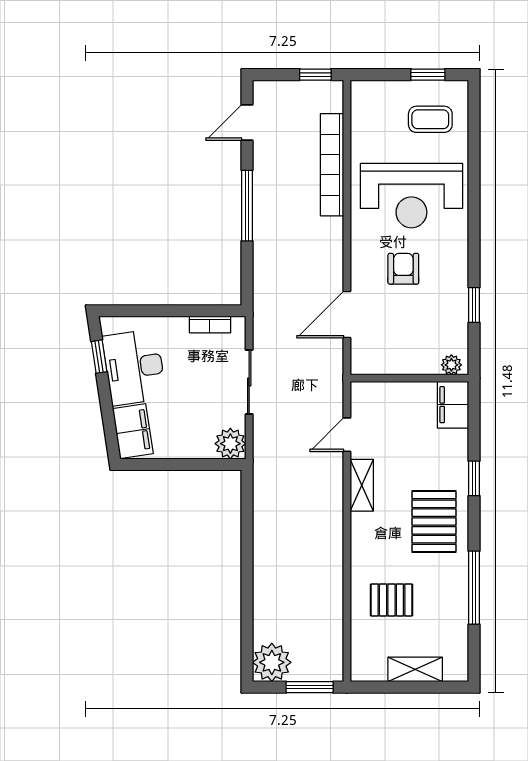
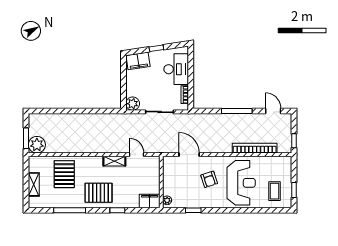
reception desk: (411, 196) -> (241, 183), turned 180
armchair: (403, 269) -> (209, 179), turned 72
window: (99, 357) -> (156, 48), moved
desk: (134, 367) -> (176, 69), moved, turned 99
pallet: (391, 600) -> (64, 174), width x1.50, depth x1.42
plant: (272, 662) -> (37, 145), moved

